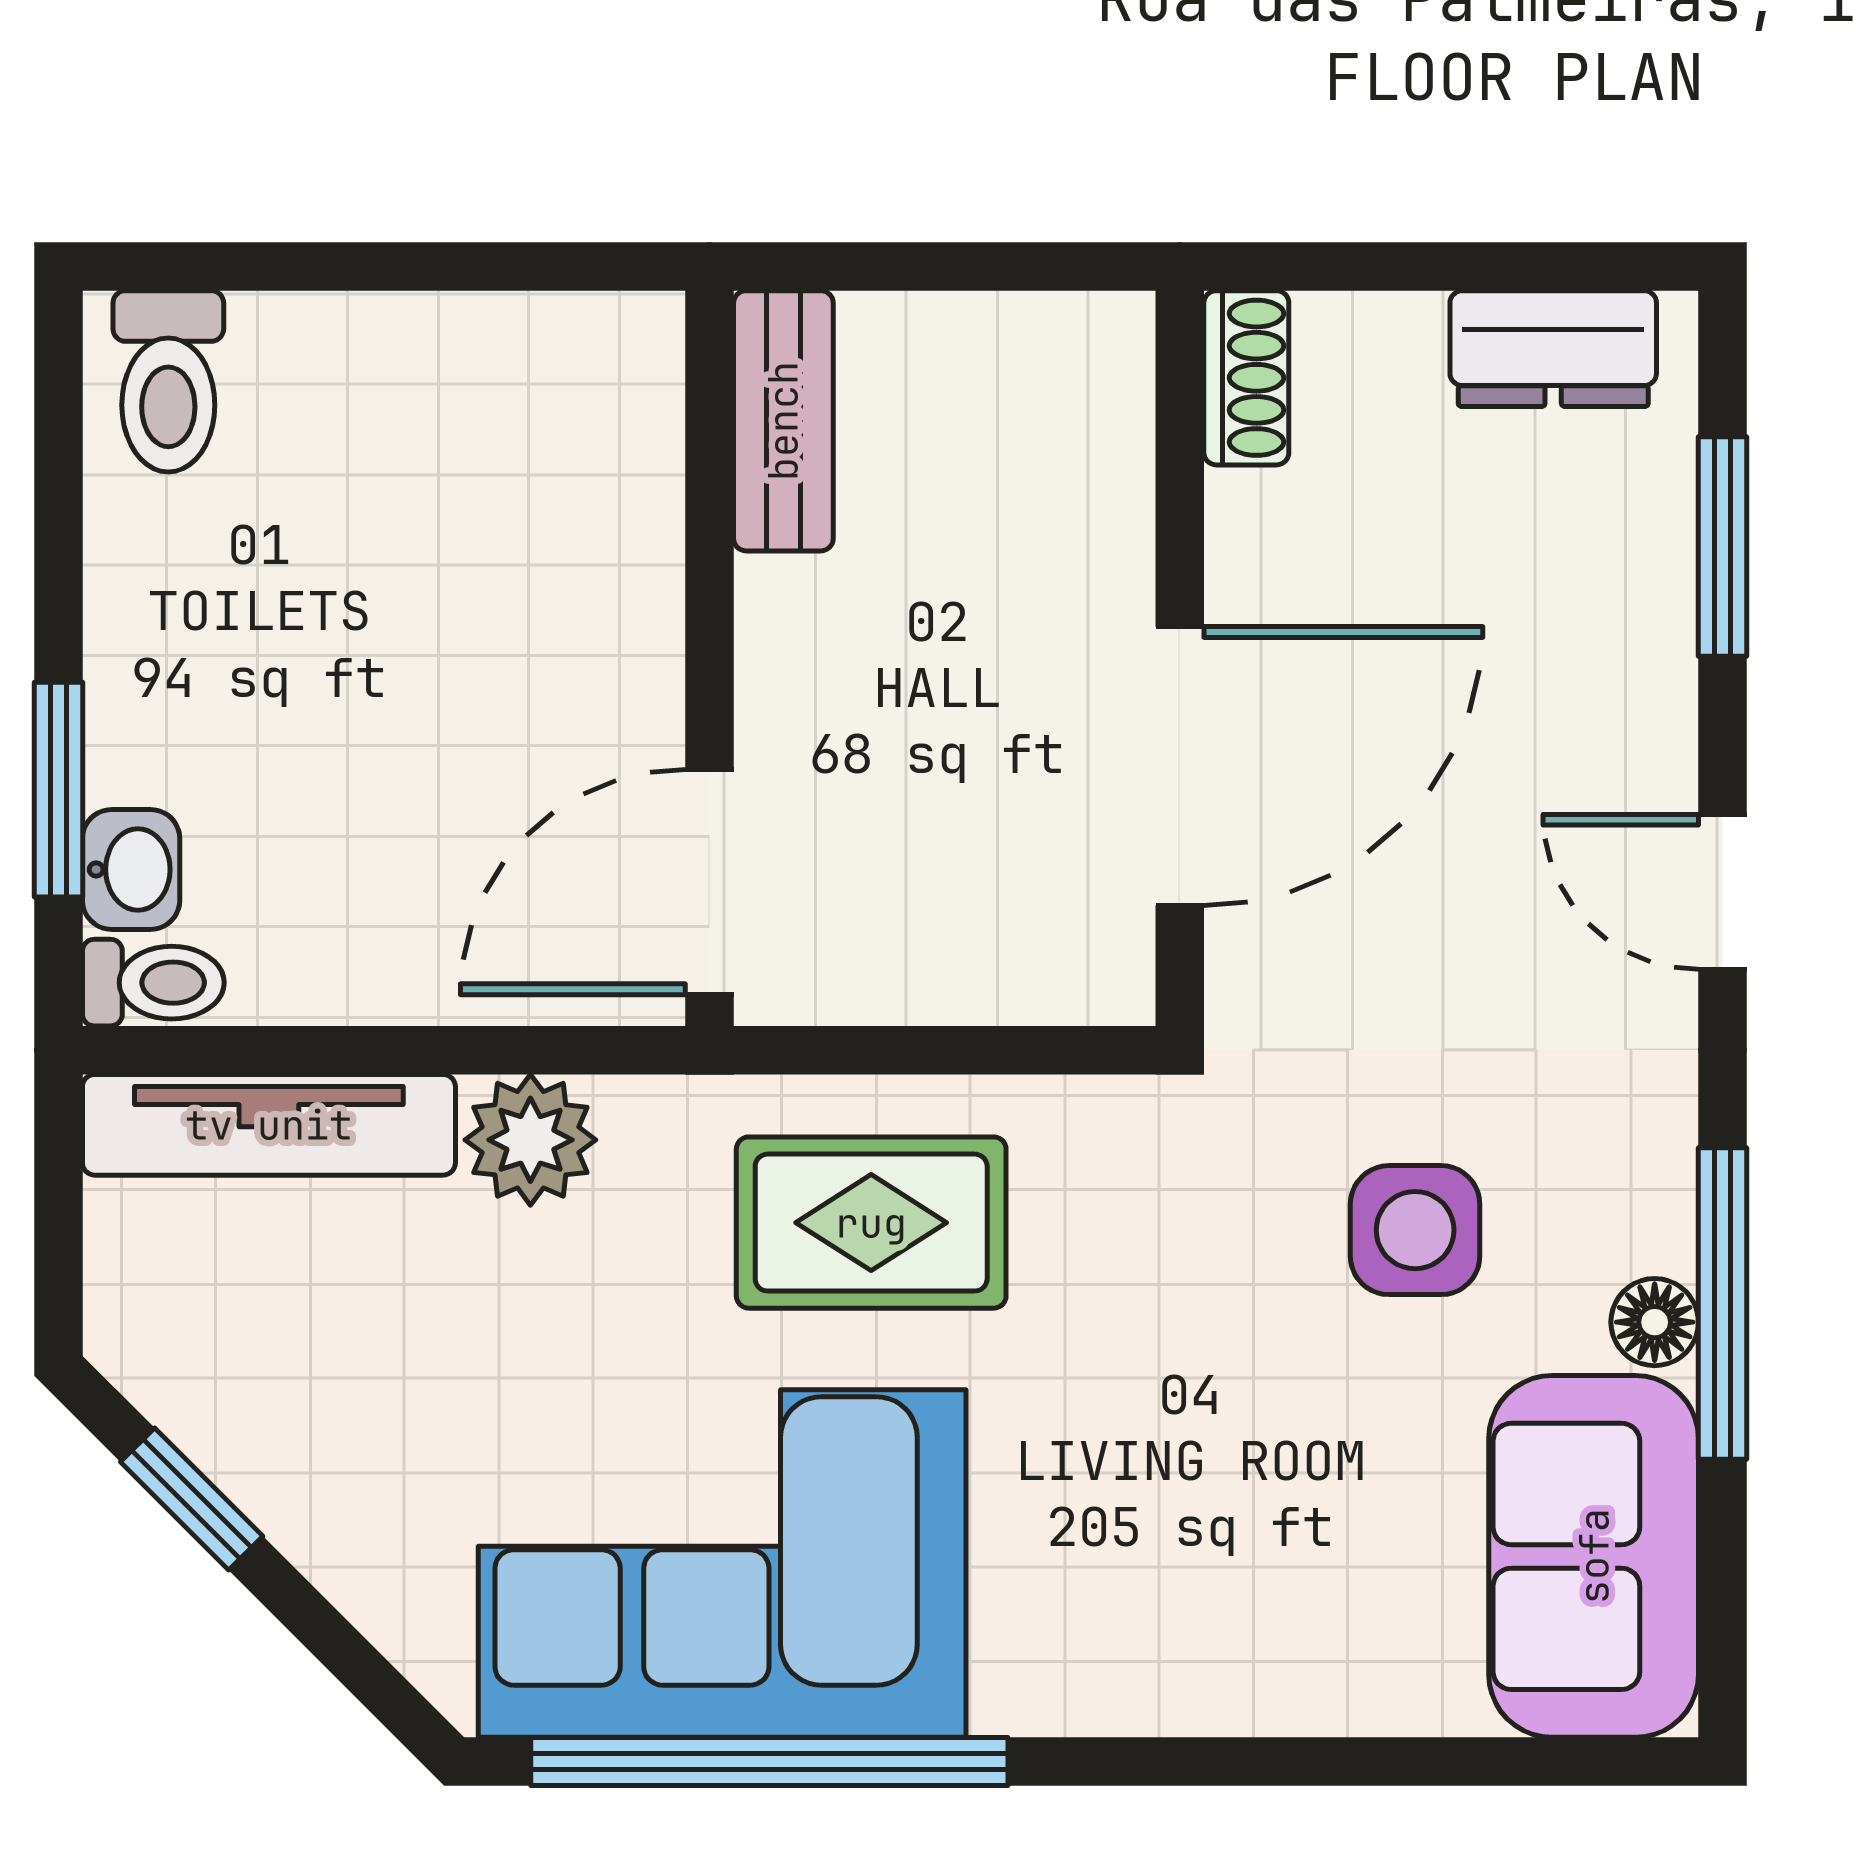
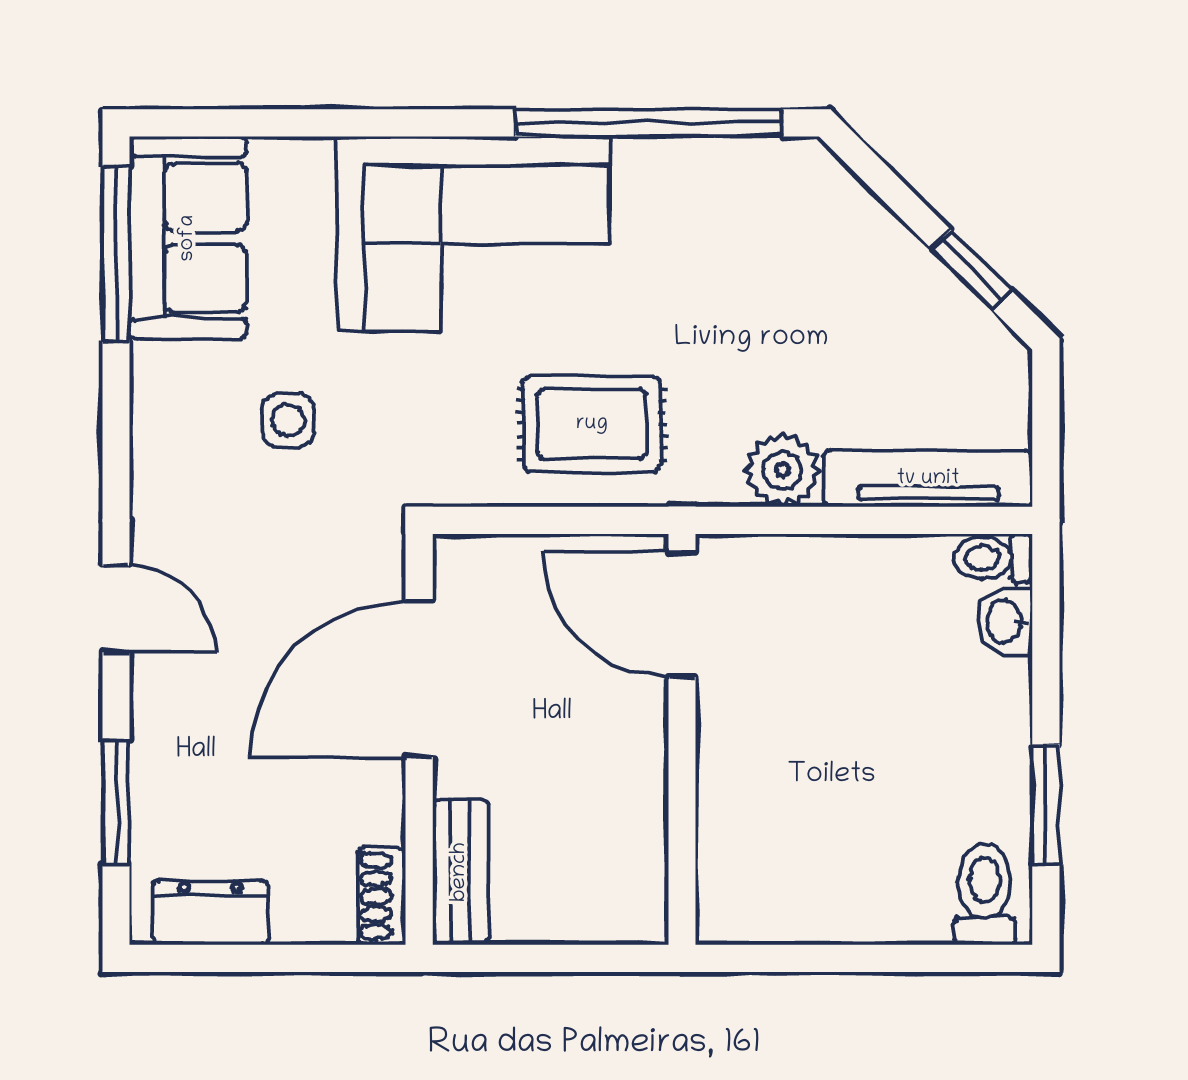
bench: (783, 421) -> (460, 872), moved
window: (58, 790) -> (1046, 804), moved
door: (710, 882) -> (682, 614), swing flipped
side table: (1415, 1230) -> (288, 420), width x0.73, depth x0.73
window: (1722, 1303) -> (116, 254), moved
floor lamp: (1655, 1322) -> (154, 368), removed
corner sofa: (722, 1564) -> (473, 234), moved

